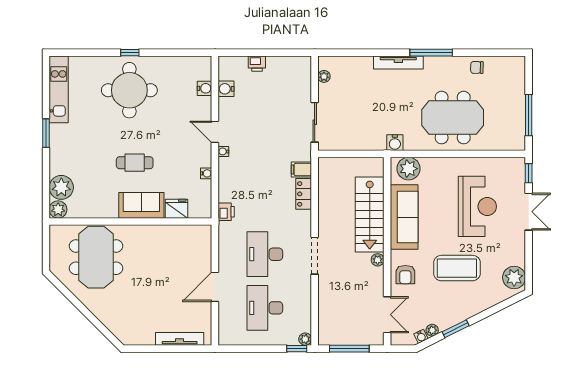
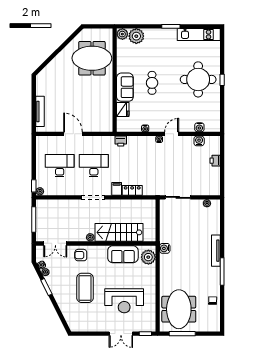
meeting table: (453, 118) -> (179, 309), moved
filing cabinet: (301, 170) -> (117, 189), moved
sofa: (404, 217) -> (123, 254), width x0.73
plant: (514, 278) -> (79, 324), removed

